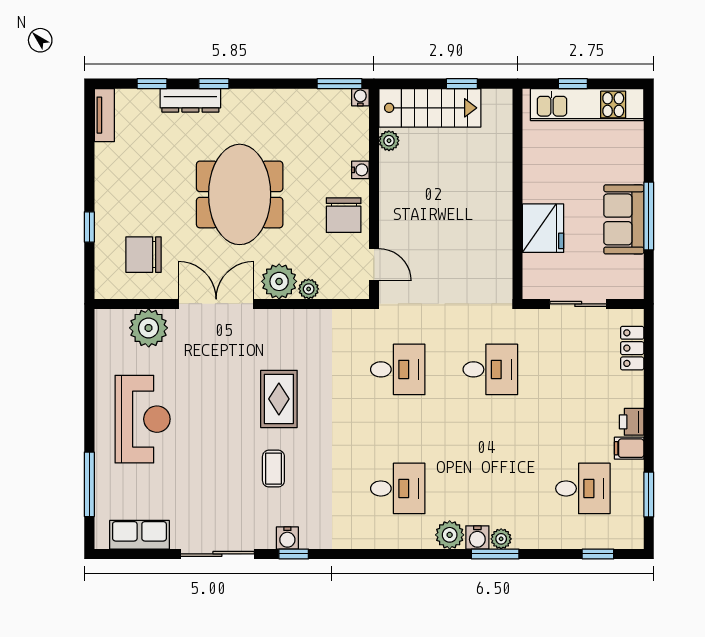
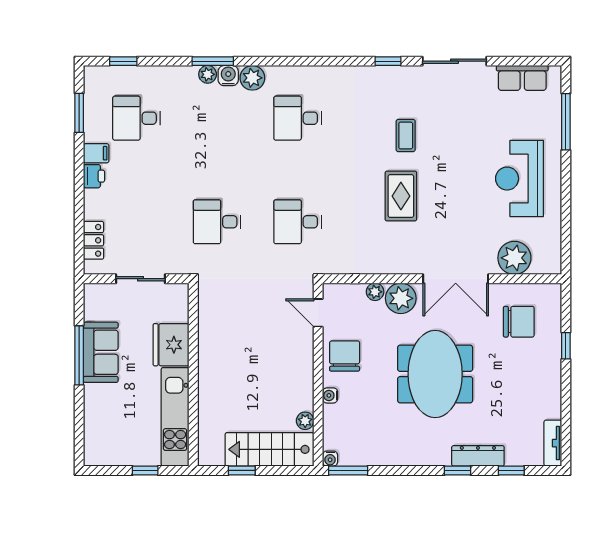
kitchen unit: (587, 105) -> (175, 417), moved, turned -90
water cooler: (287, 538) -> (394, 75), removed

